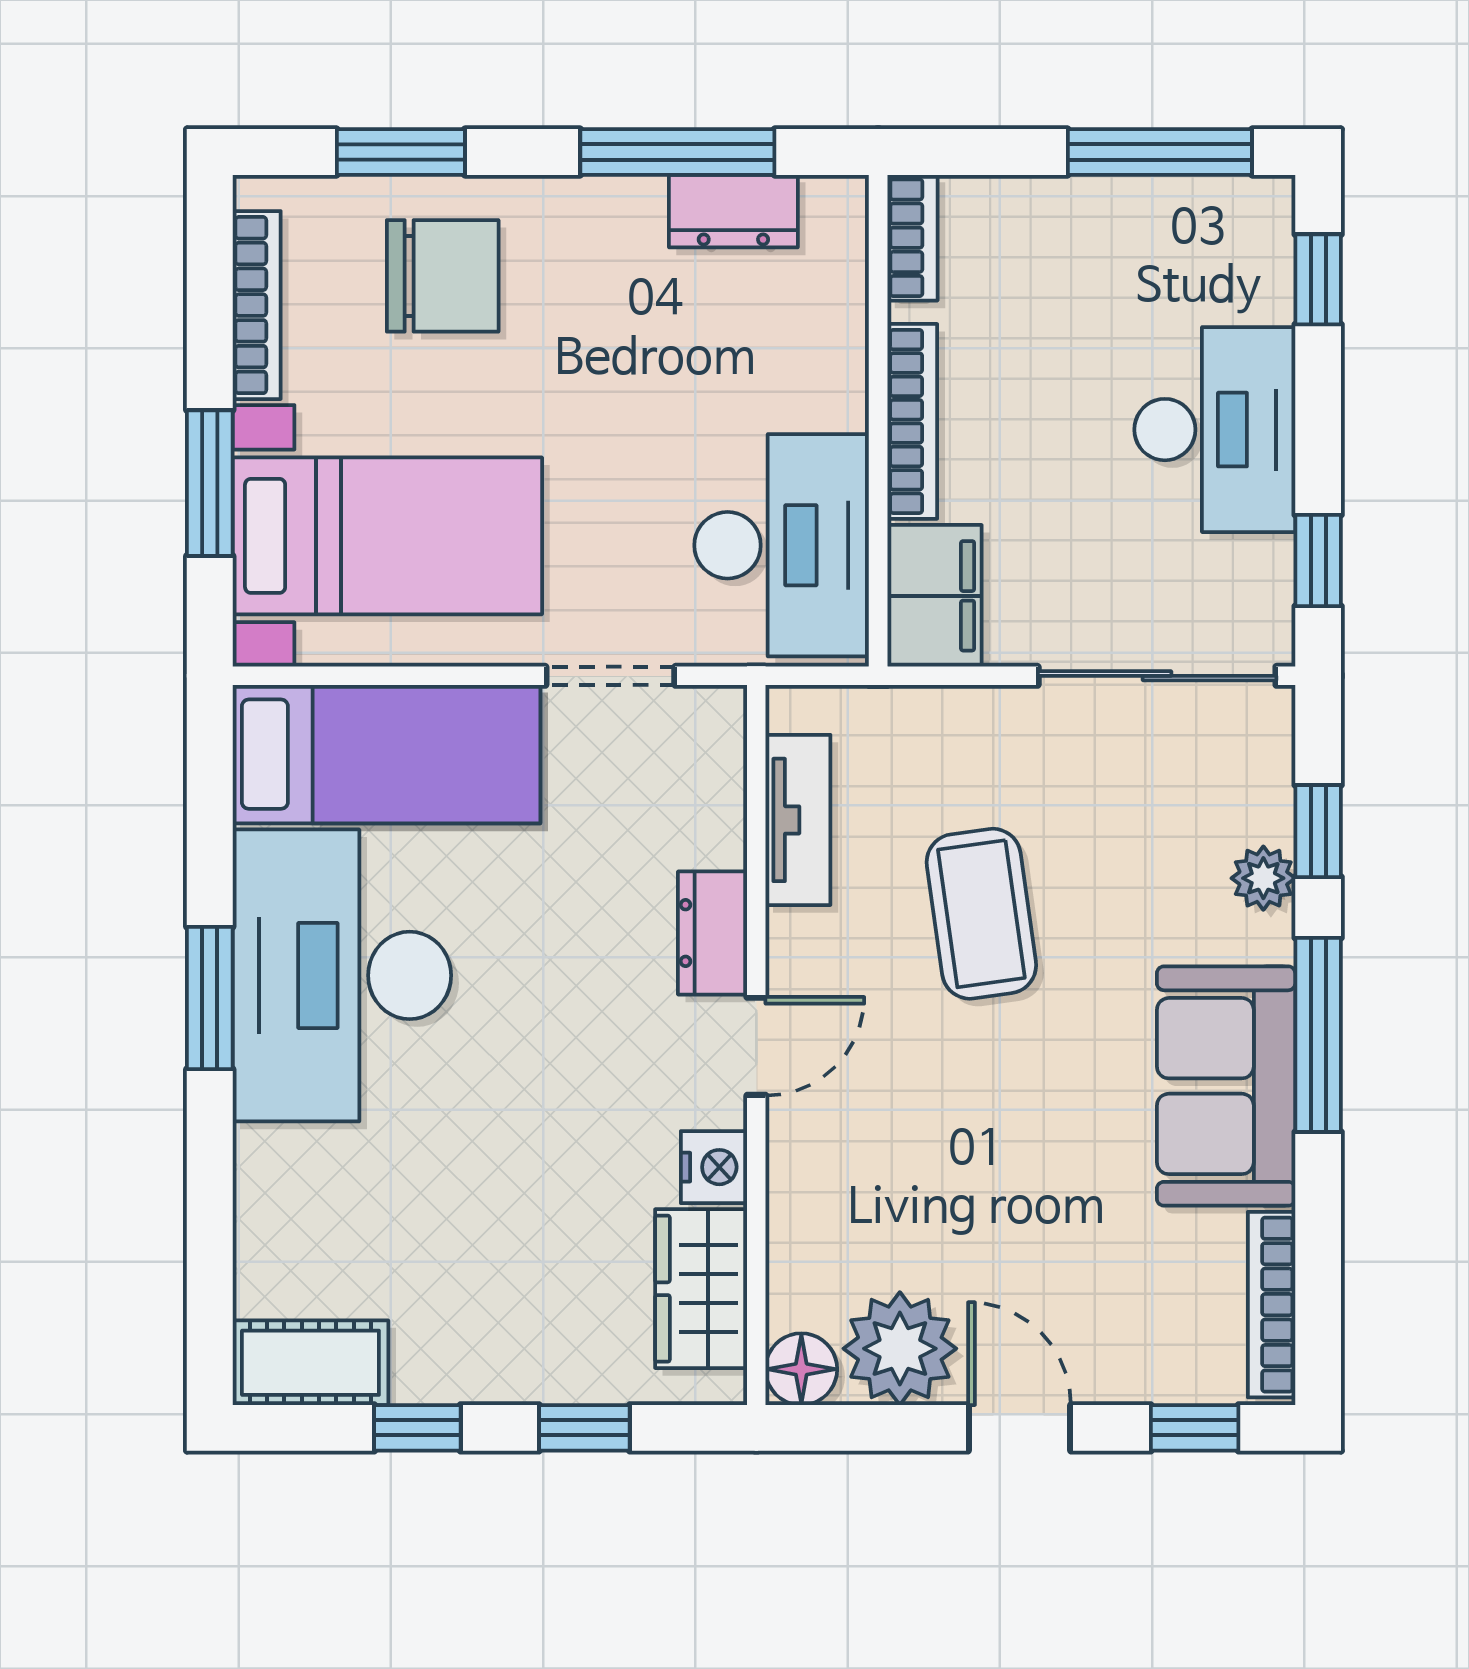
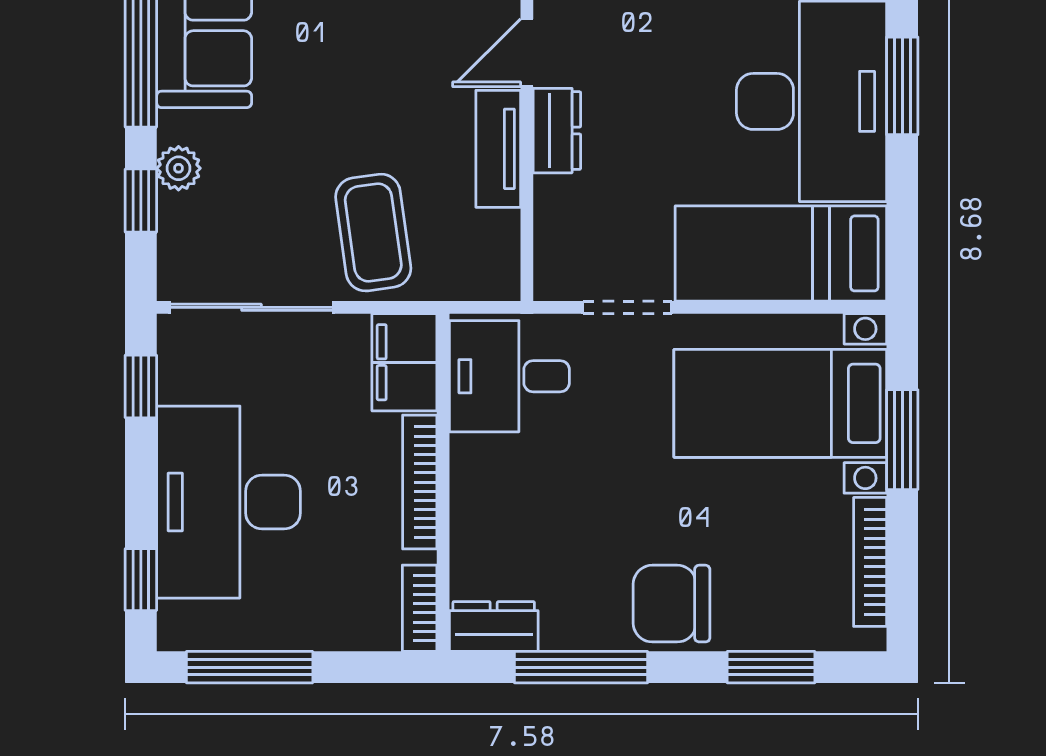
dresser: (733, 211) -> (494, 626), moved
chair: (443, 276) -> (672, 604), moved
desk: (1215, 430) -> (228, 502), width x1.36, depth x1.30
desk: (782, 545) -> (509, 376), width x0.73
tv unit: (798, 820) -> (498, 149), moved
coffee table: (981, 914) -> (373, 233), moved

